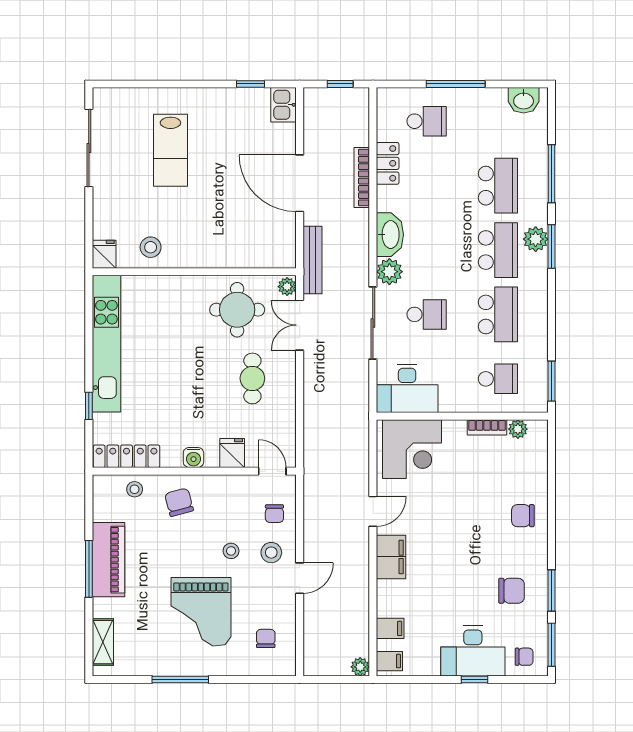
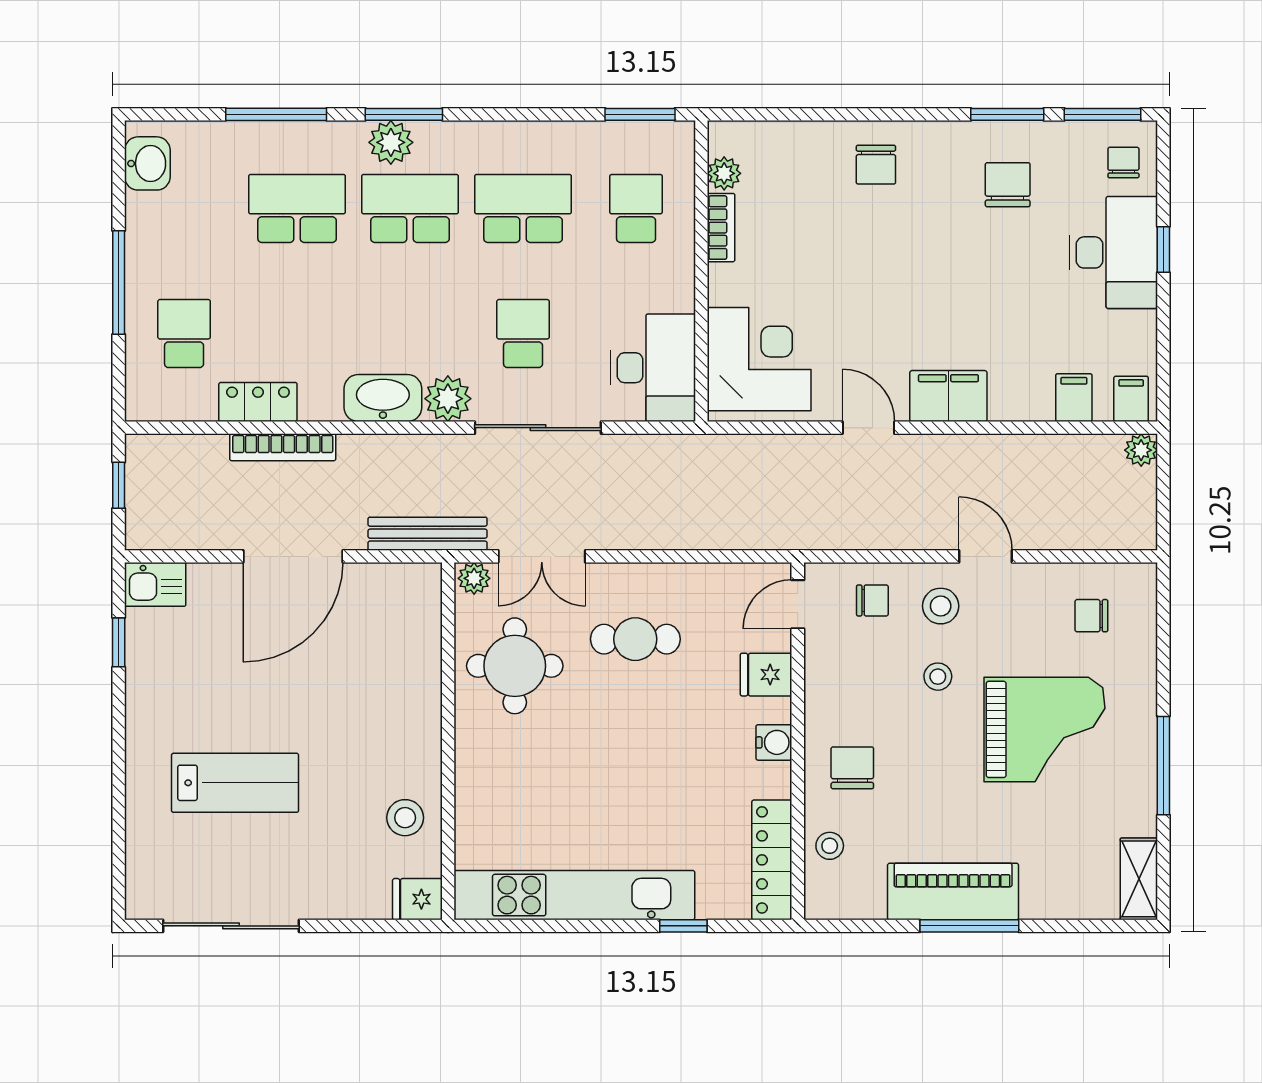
chair: (179, 502) -> (852, 768), turned 105
shelving: (103, 642) -> (1139, 879), moved, turned 90

